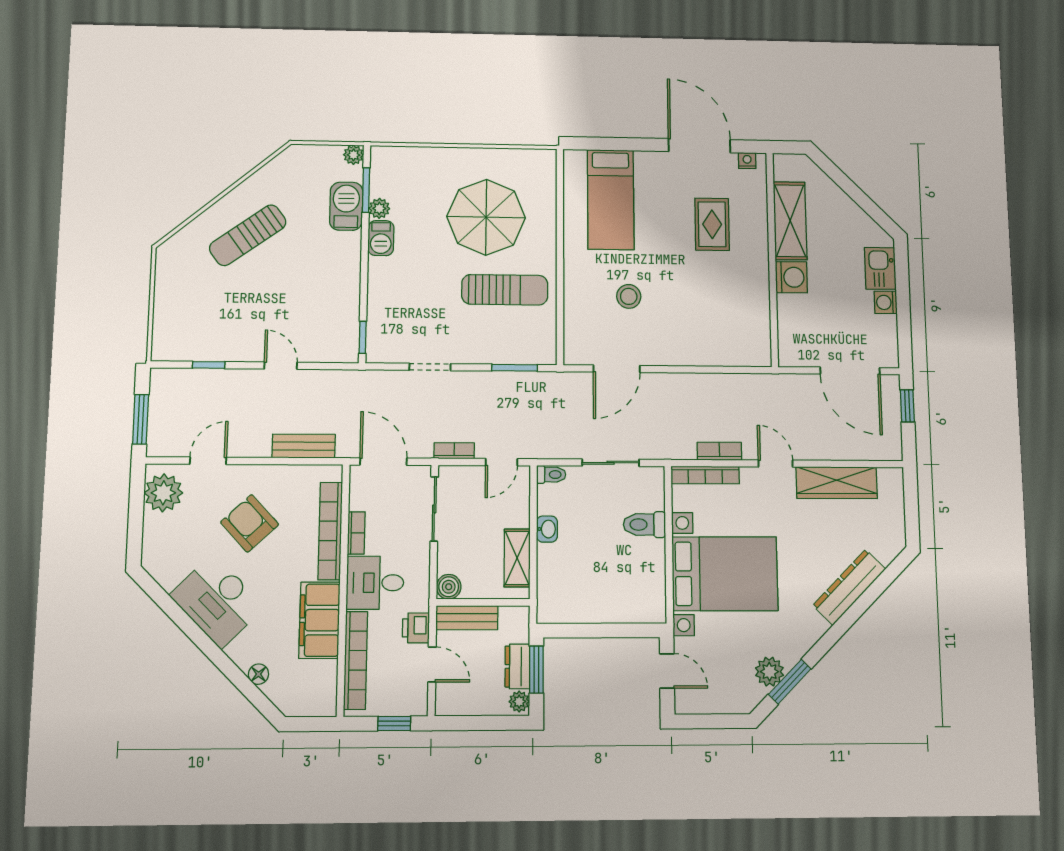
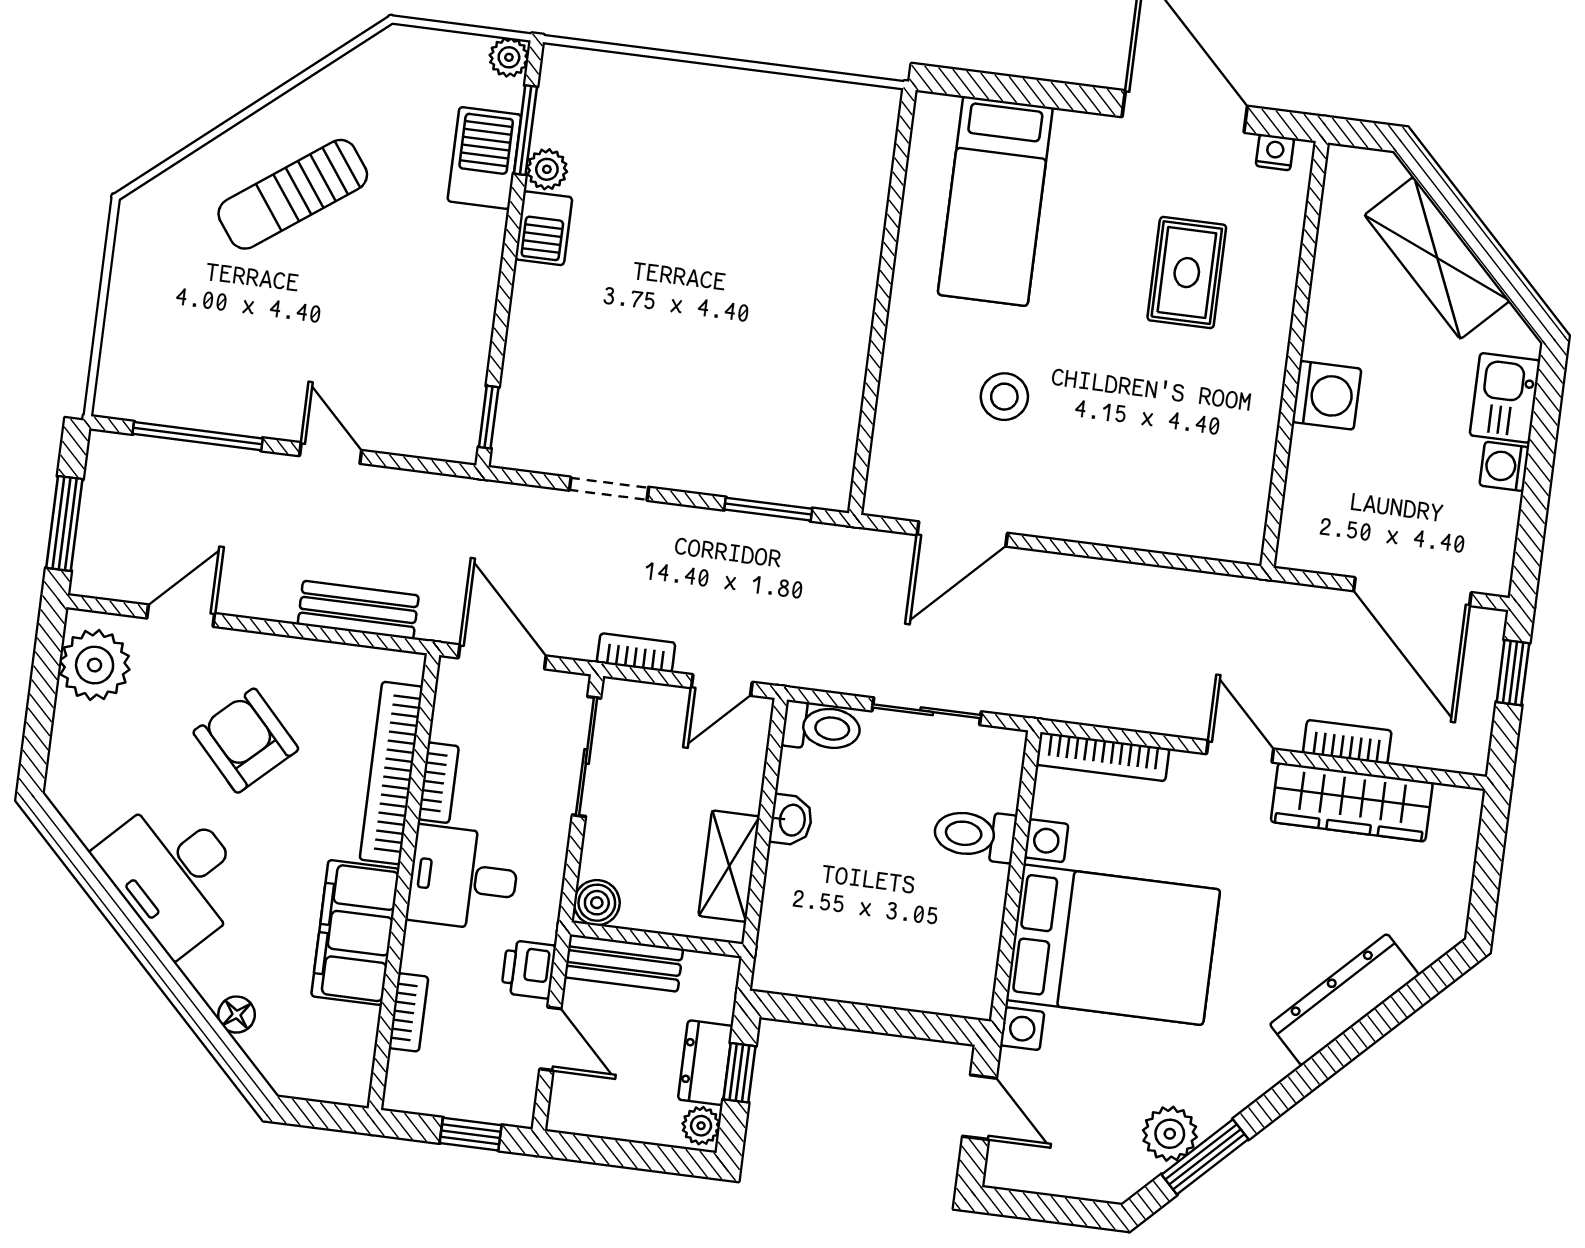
parasol: (486, 217) -> (749, 209), removed
shelving: (790, 221) -> (1437, 258), moved, turned -45
sun lounger: (505, 290) -> (768, 356), removed
window: (209, 365) -> (198, 436), width x2.17
bookcase: (719, 451) -> (1347, 742), moved
toilet: (551, 475) -> (822, 727), width x1.37, depth x1.39
bookcase: (356, 660) -> (408, 1012), width x0.43, depth x0.76
window: (536, 669) -> (740, 1073), width x0.67

